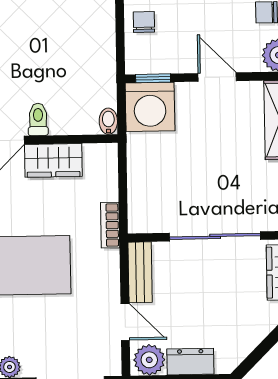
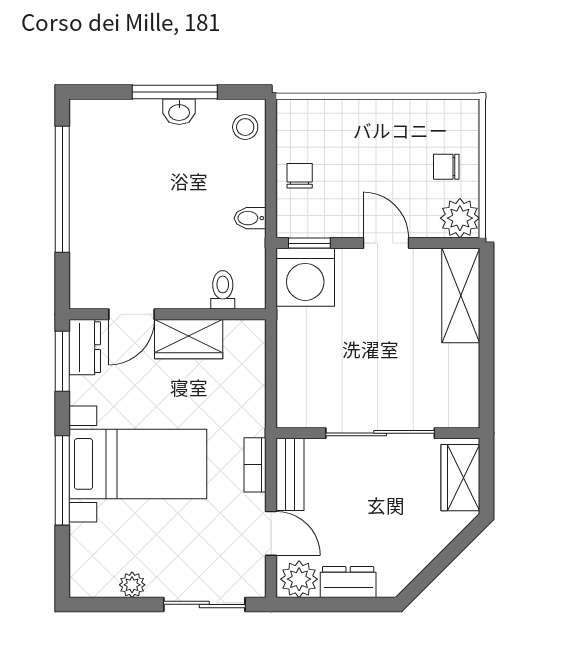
toilet: (38, 119) -> (223, 290), moved
bidet: (108, 121) -> (250, 218), moved, turned -90
bookcase: (110, 225) -> (255, 465), moved

